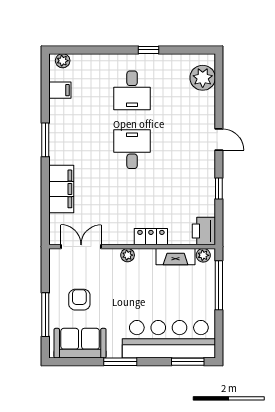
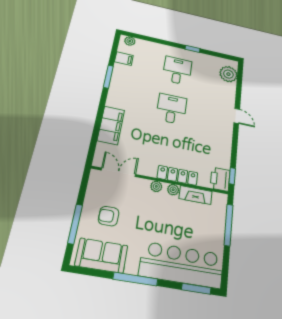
desk: (132, 90) -> (177, 71), turned 180
window: (45, 140) -> (108, 77), moved
window: (219, 189) -> (232, 176), moved
locker: (151, 237) -> (178, 175), width x1.53
plant: (203, 255) -> (173, 190), moved
armchair: (79, 300) -> (109, 216), turned -90
window: (120, 362) -> (135, 279), width x1.44

